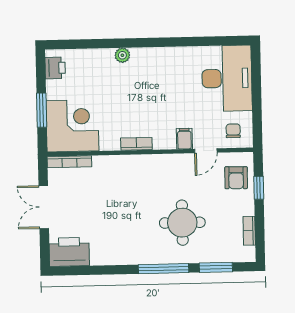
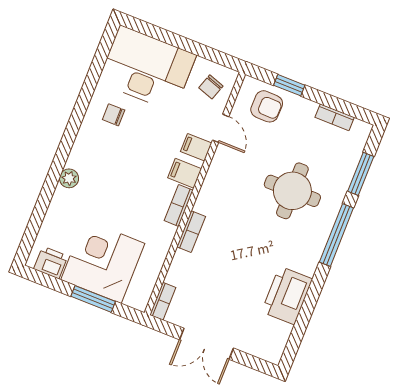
chair: (183, 68) -> (114, 115), added
corner desk: (72, 126) -> (103, 262), moved
chair: (233, 131) -> (211, 87), turned -71
filing cabinet: (162, 138) -> (185, 173), added
bookcase: (121, 161) -> (191, 232), added
bookcase: (69, 162) -> (163, 301), width x0.64
printer: (69, 252) -> (287, 295), moved

